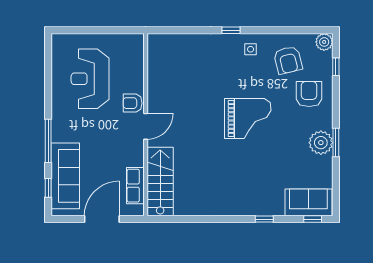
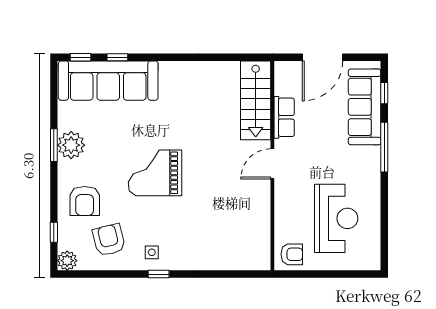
window: (231, 30) -> (159, 274), moved
armchair: (133, 103) -> (292, 254), moved
row of seats: (135, 186) -> (284, 117), moved
sofa: (308, 202) -> (108, 81), width x1.85, depth x1.27
window: (264, 219) -> (117, 57), moved

